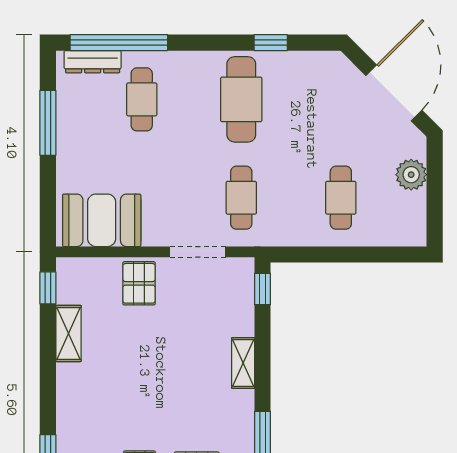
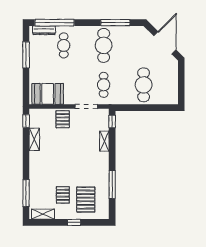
window: (271, 43) -> (115, 23), width x2.17
plant: (411, 175) -> (172, 76), removed
cafe table: (341, 198) -> (144, 85), width x1.37, depth x1.35
shelving: (243, 363) -> (104, 141), moved

